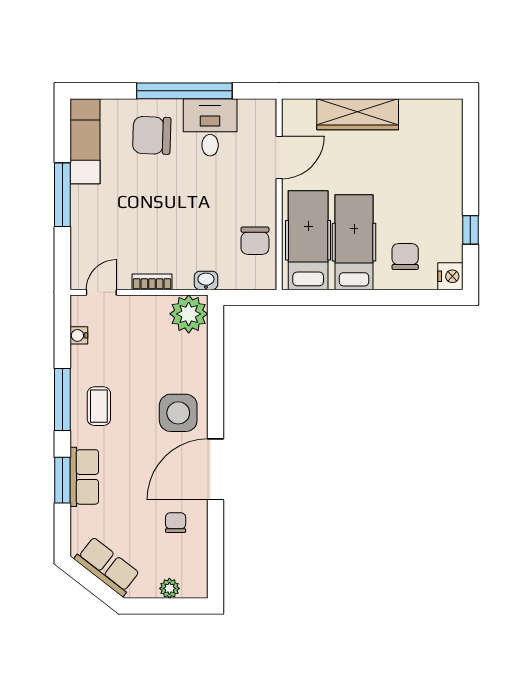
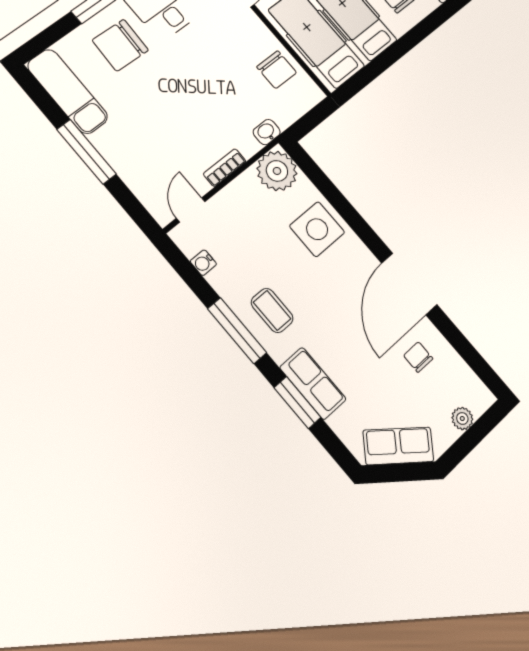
side table: (178, 413) -> (317, 229), moved

